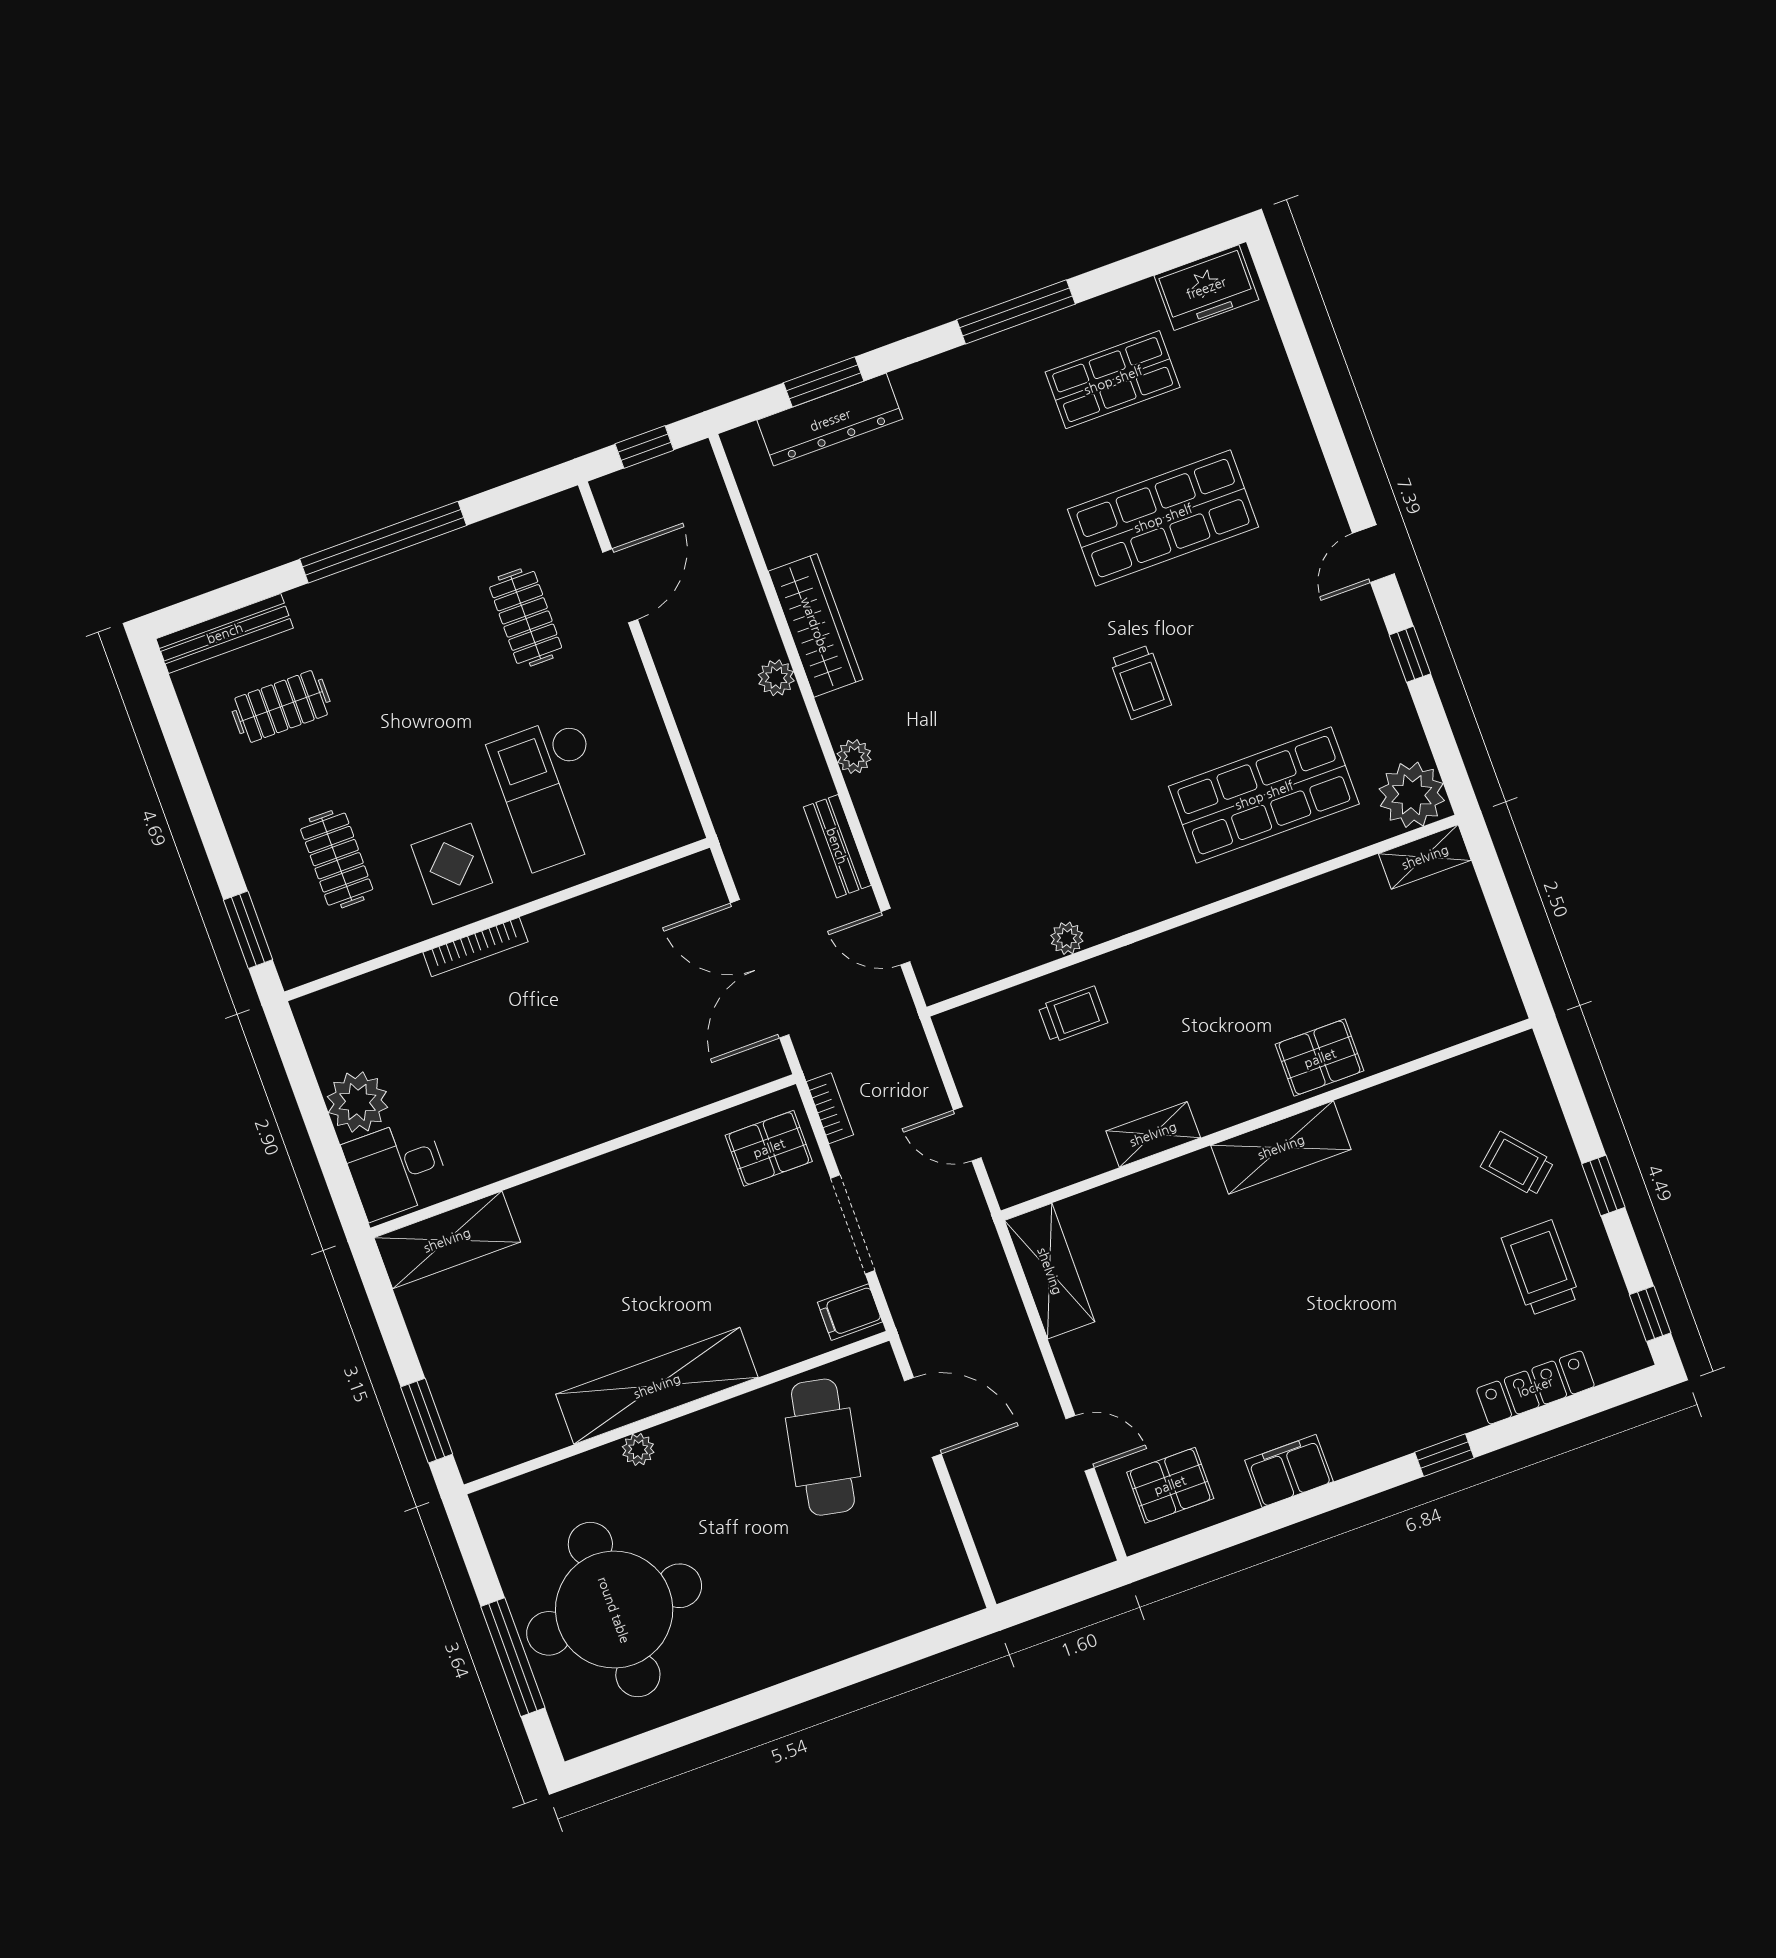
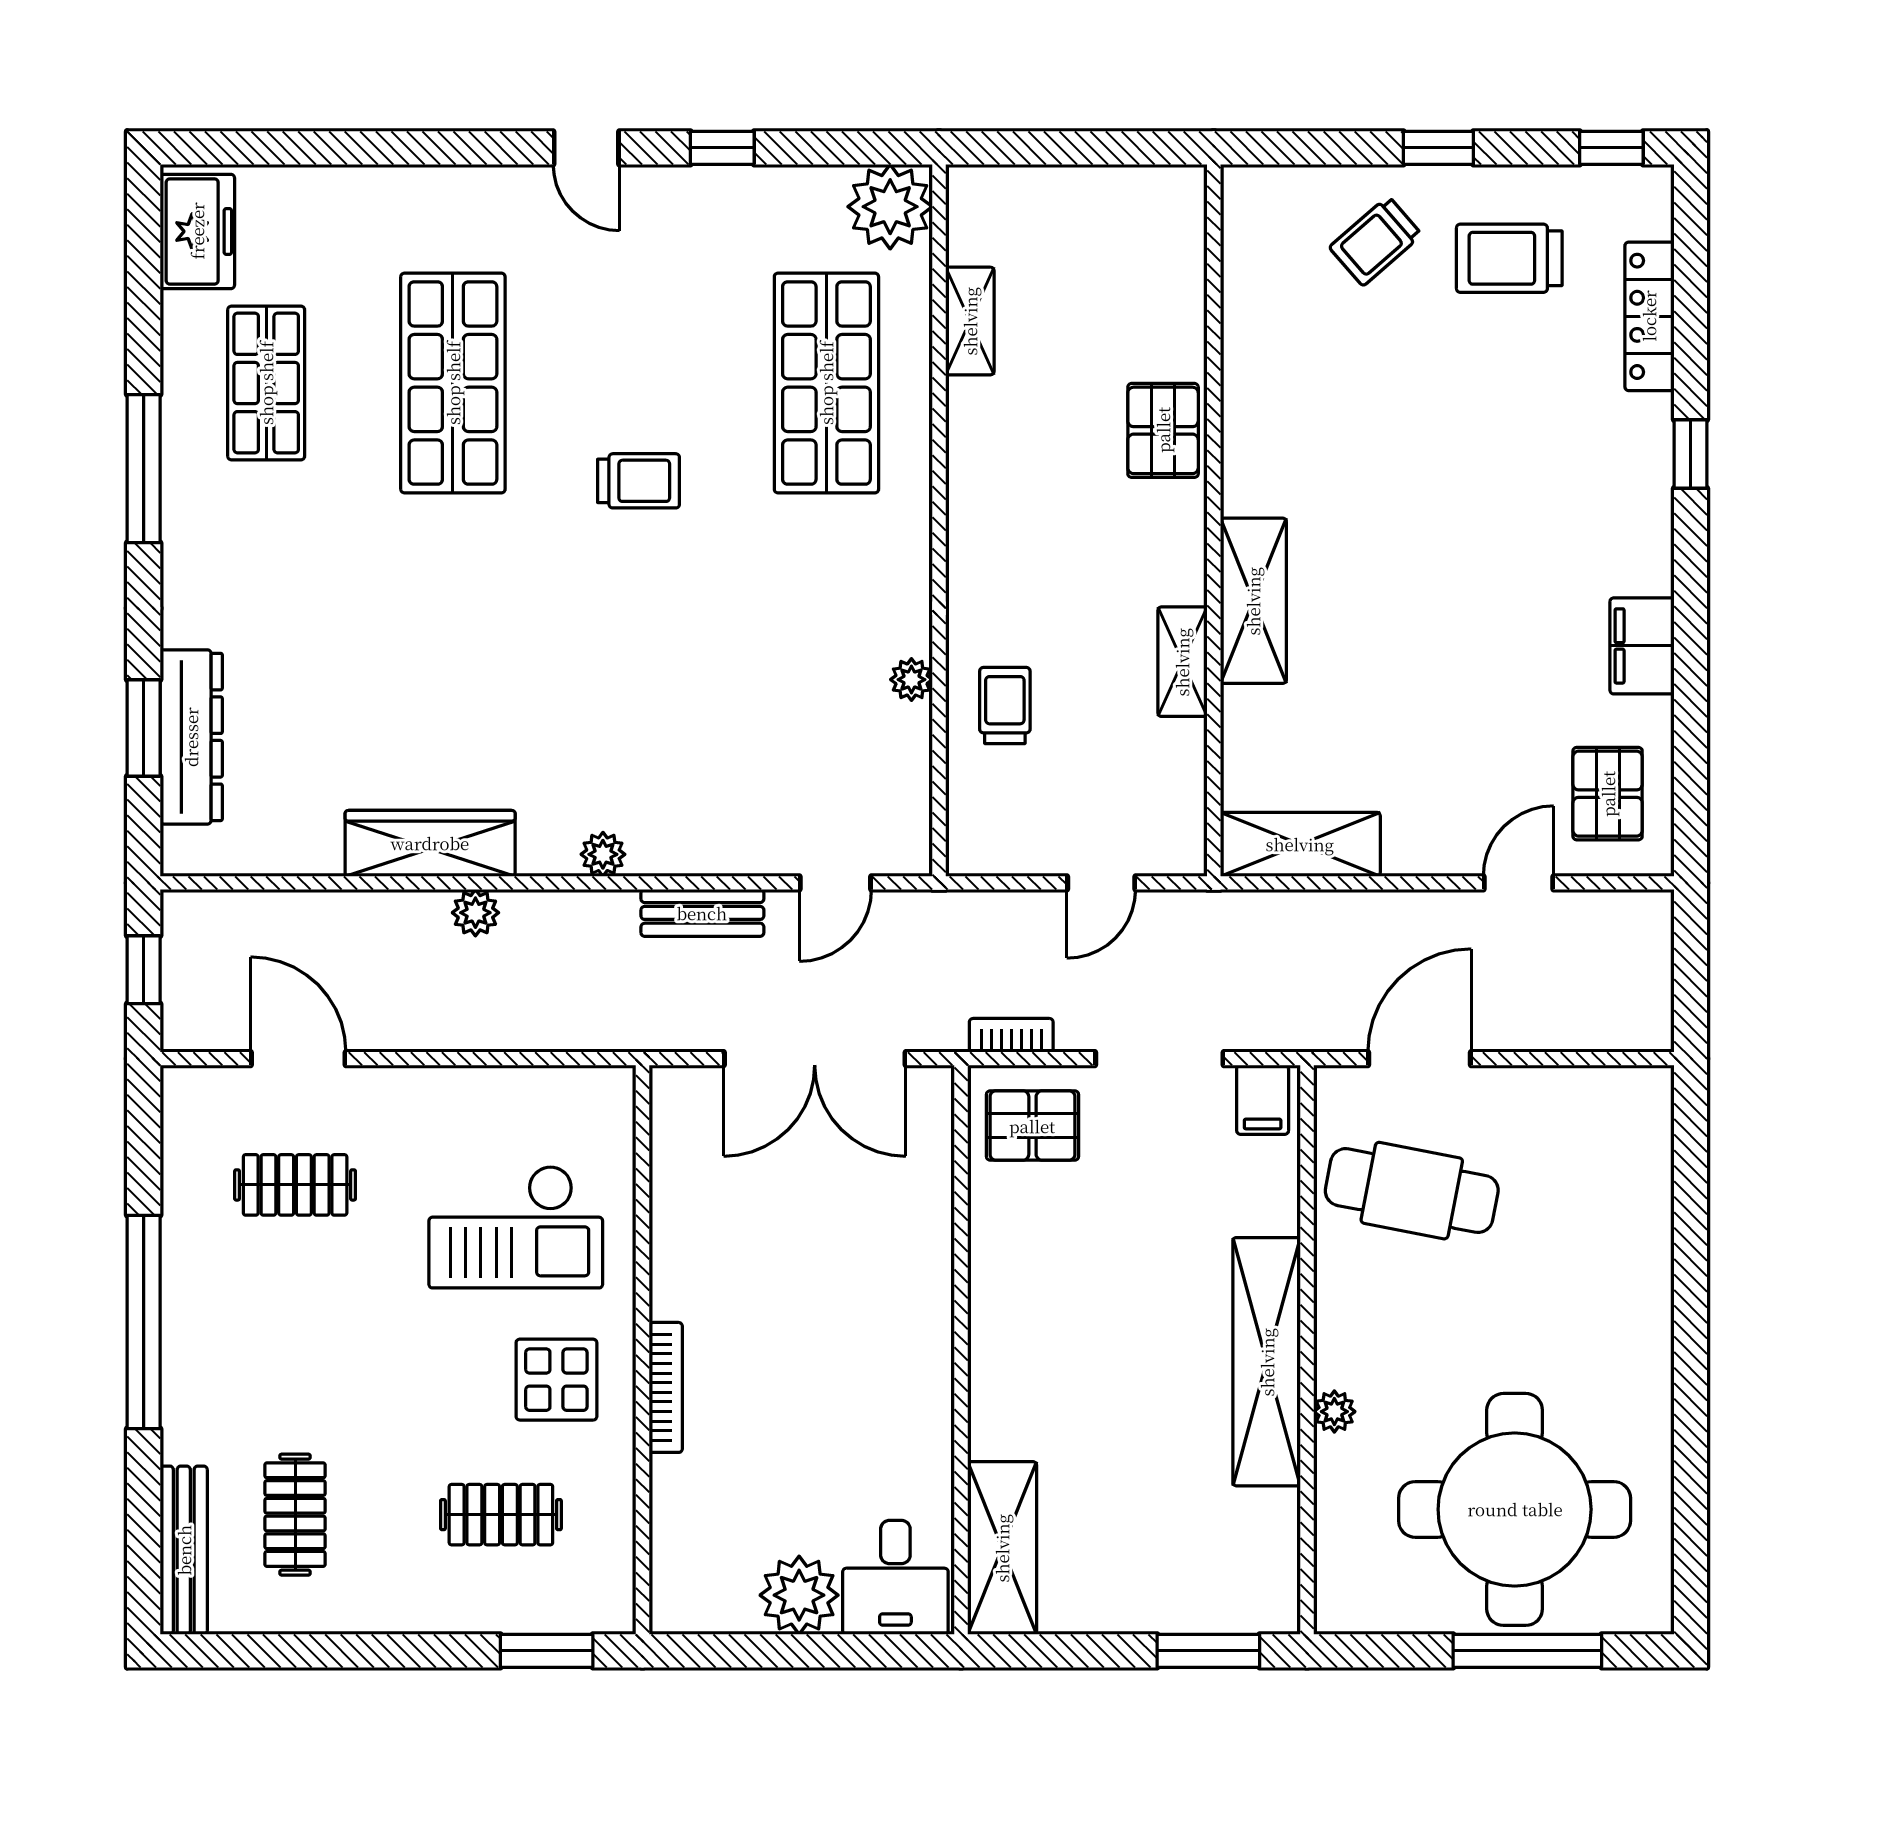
shelving: (1425, 857) -> (970, 321), moved
shelving: (1281, 1147) -> (1253, 601), moved
pallet: (769, 1148) -> (1032, 1126), turned 90

